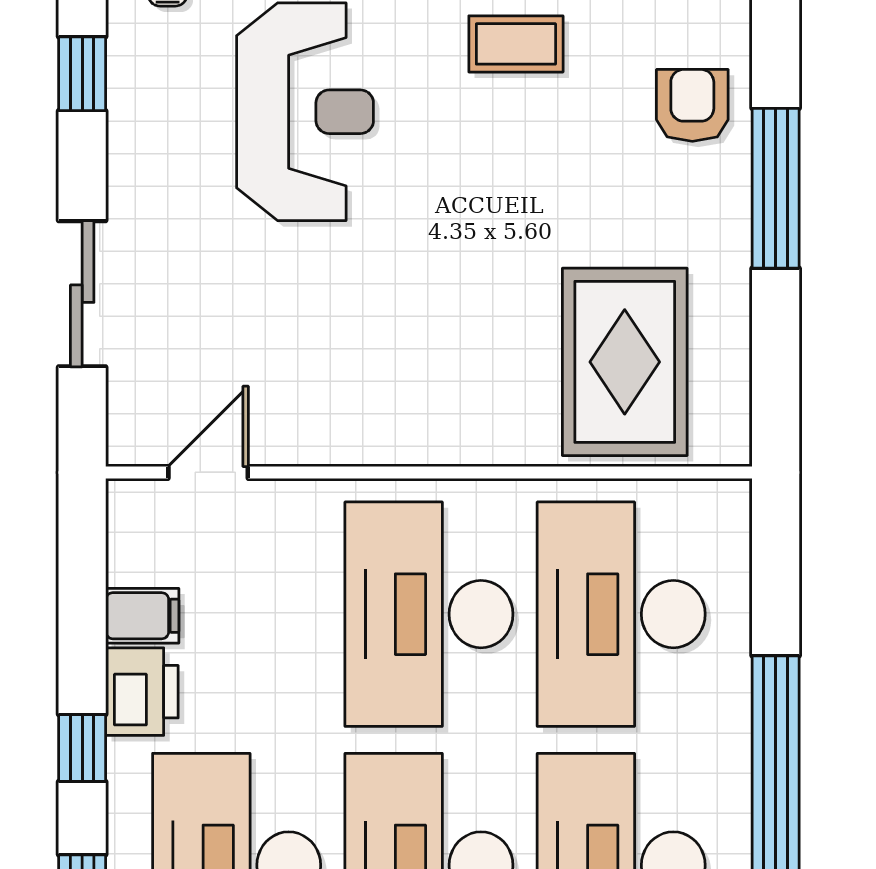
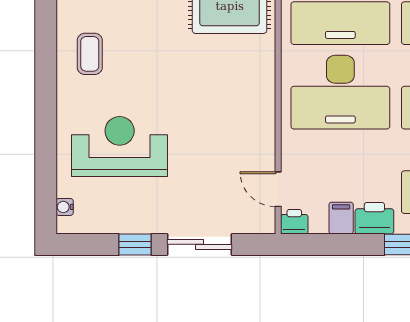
window: (82, 74) -> (135, 244), moved
printer: (134, 509) -> (294, 222), added

